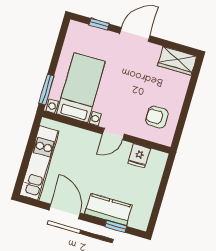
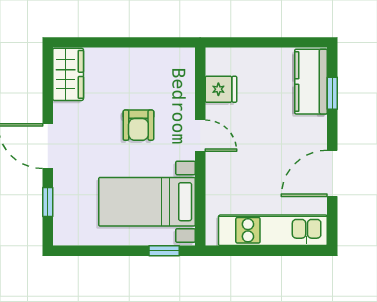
window: (46, 90) -> (164, 251), width x0.67
armchair: (157, 117) -> (138, 125), moved
kitchen counter: (108, 209) -> (311, 82), moved

